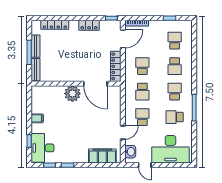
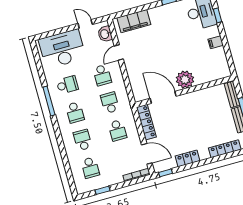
door: (123, 39) -> (147, 154), swing flipped

